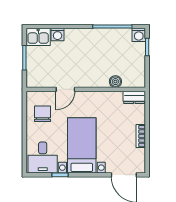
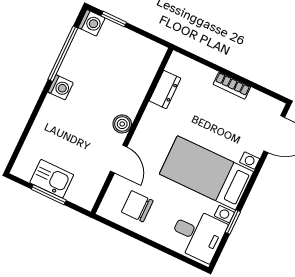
washing machine: (58, 35) -> (61, 87), moved
kitchen sink: (38, 37) -> (52, 179), moved, turned -90
boiler: (115, 82) -> (122, 124), moved
dresser: (134, 97) -> (165, 90), moved

